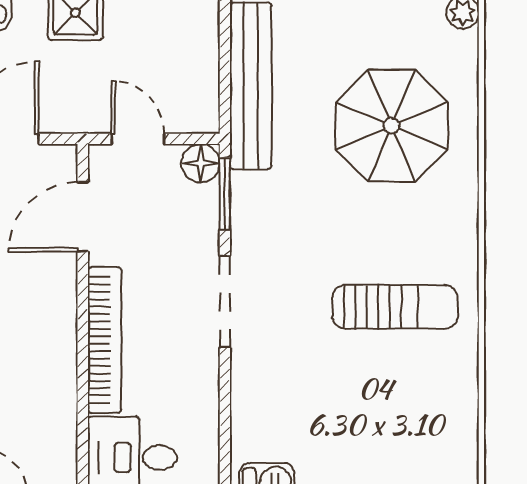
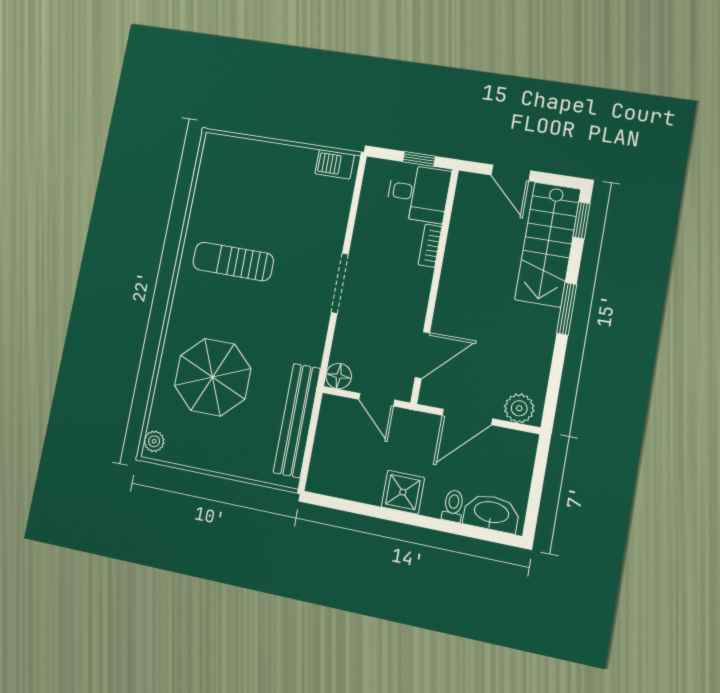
window: (225, 194) -> (327, 353), removed
bookcase: (104, 340) -> (430, 246), width x0.43, depth x0.76

